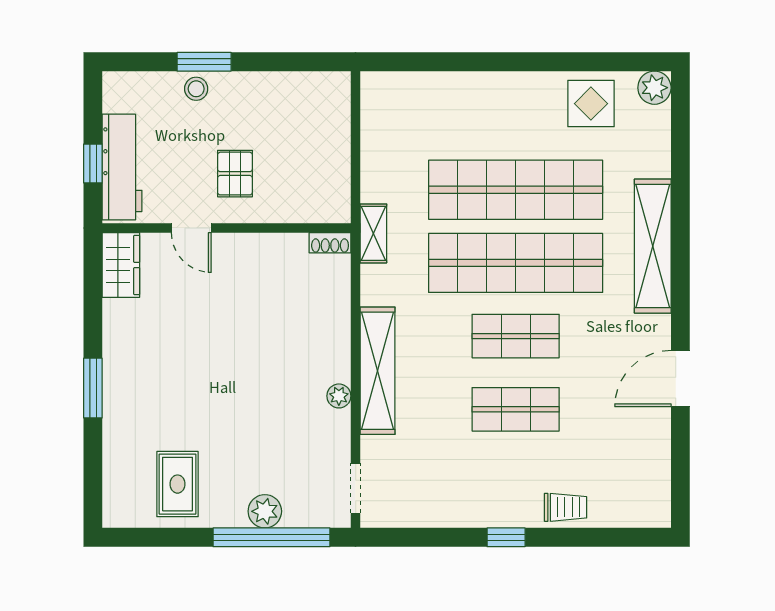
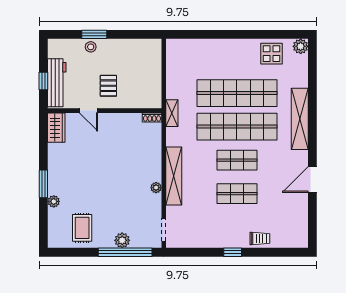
plant: (115, 426) -> (54, 201), added

